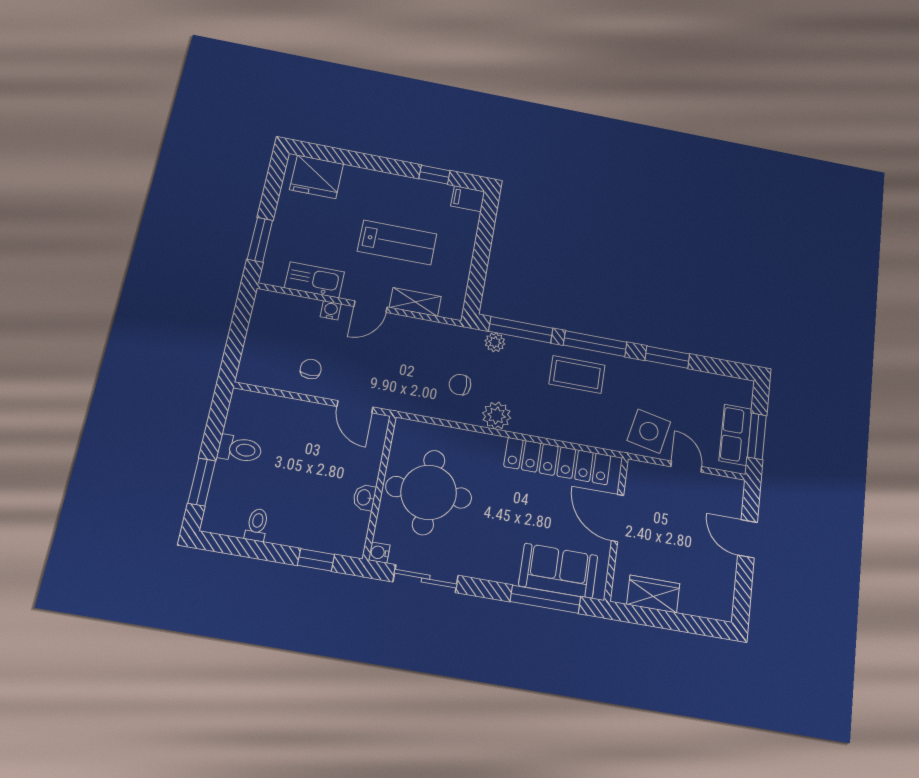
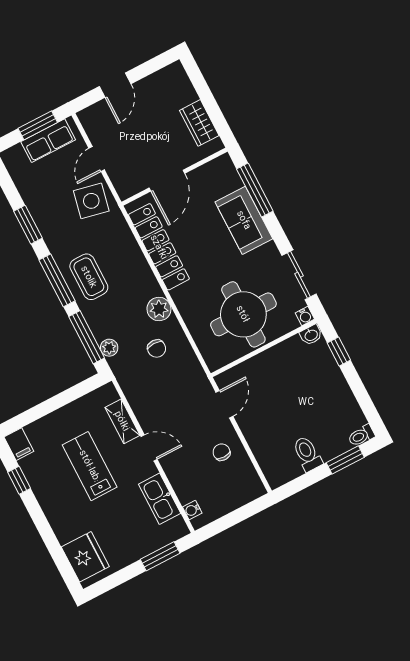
water cooler: (331, 310) -> (192, 510), moved
chair: (311, 369) -> (222, 452), turned 90
washbasin: (364, 497) -> (311, 335), moved
toilet: (257, 525) -> (361, 436), moved
sofa: (558, 571) -> (244, 220), moved

